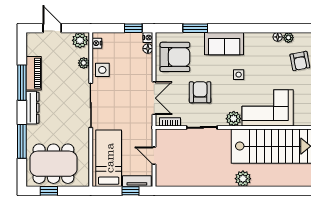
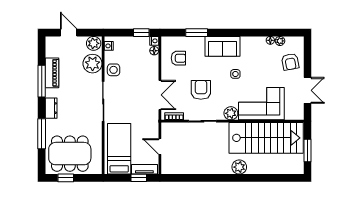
armchair: (175, 57) -> (178, 58), width x0.53, depth x0.53
plant: (84, 63) -> (93, 64), width x1.87, depth x1.87
dresser: (32, 108) -> (51, 108), width x0.70

